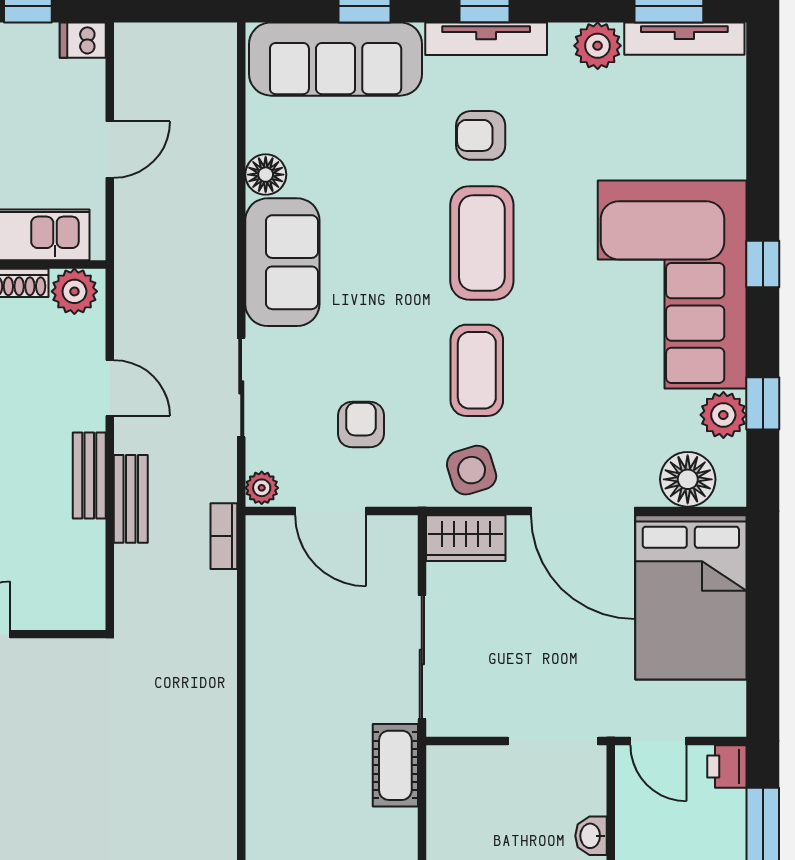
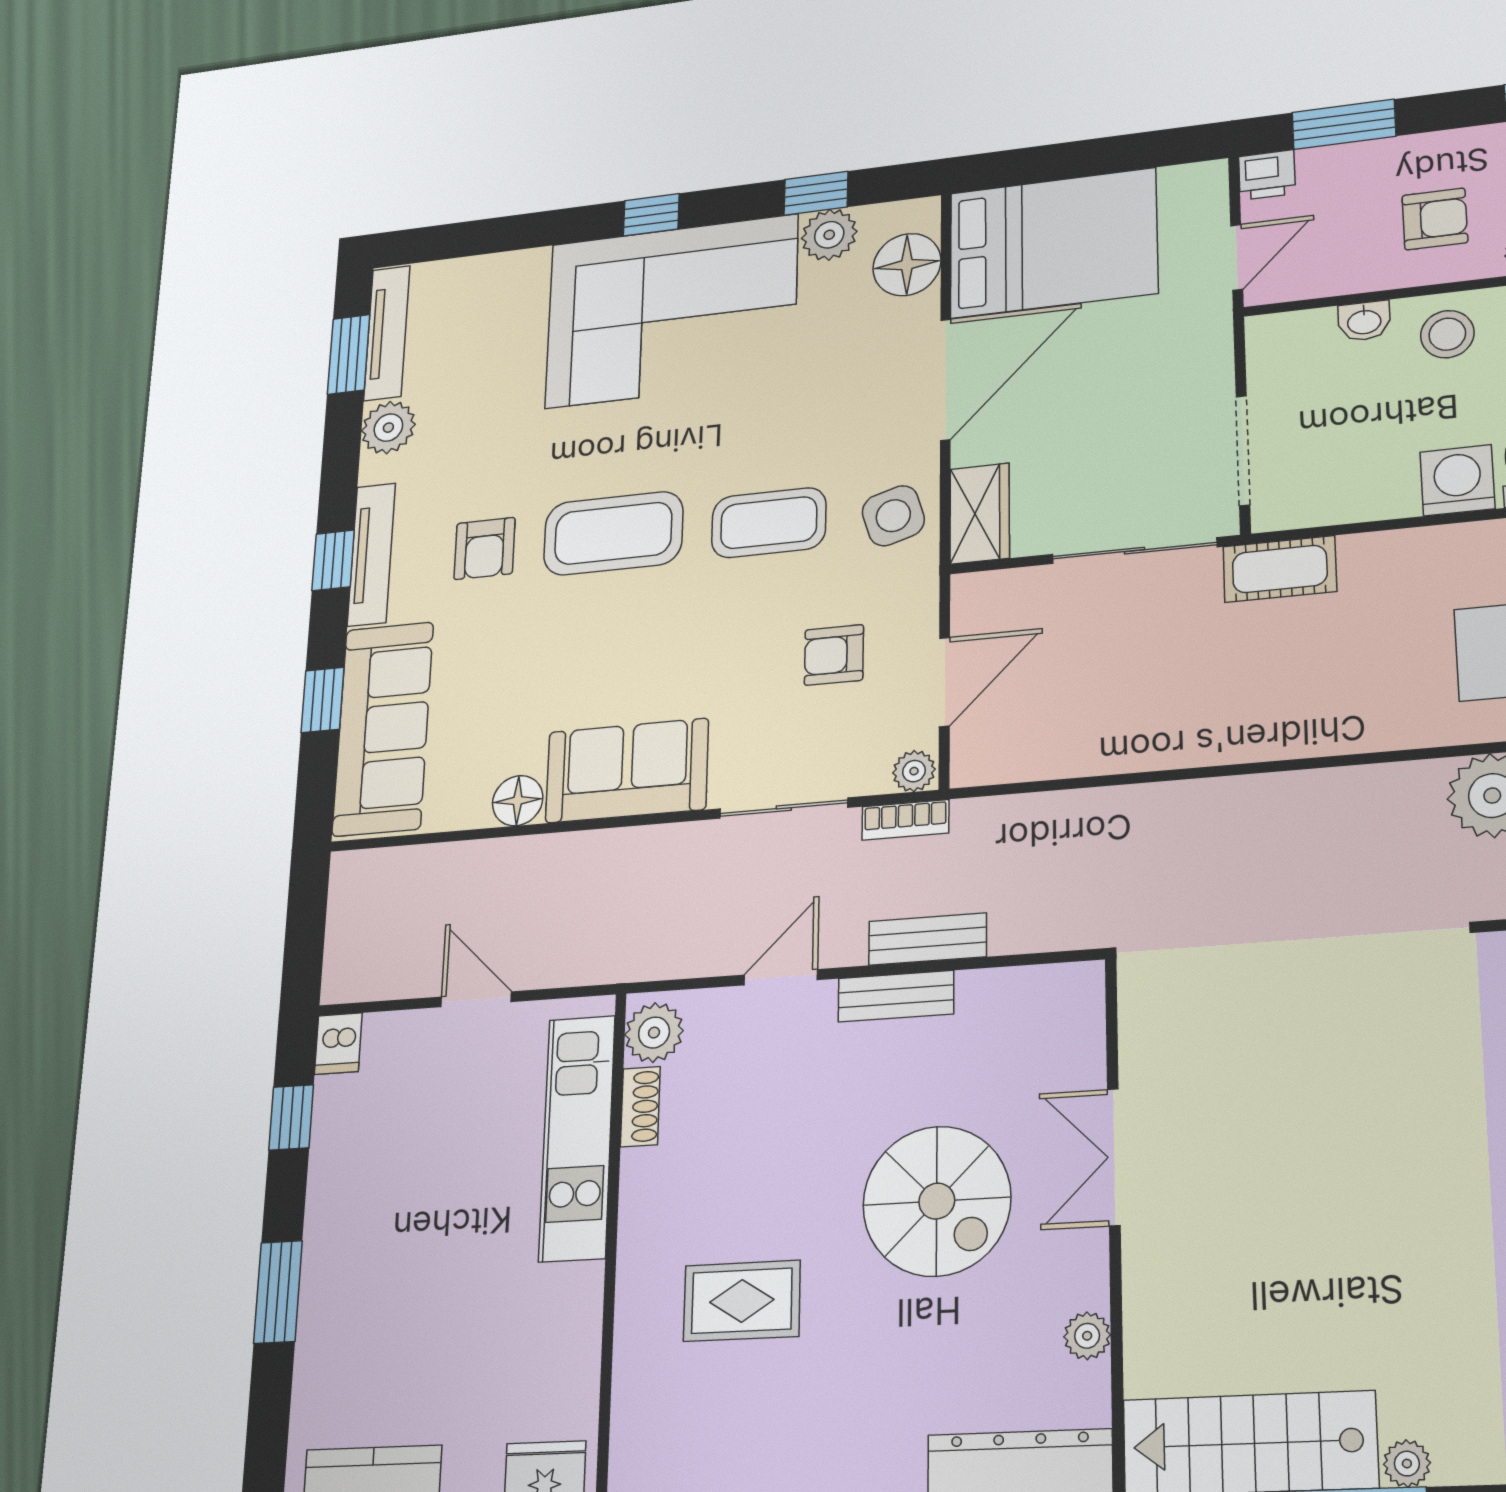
bookcase: (224, 536) -> (905, 820), moved
doorway: (553, 741) -> (1243, 450), moved

